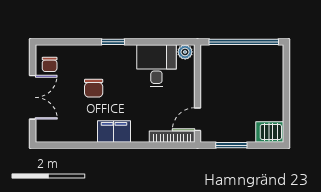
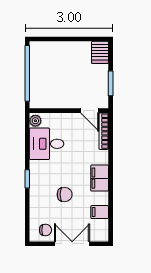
filing cabinet: (72, 132) -> (100, 212), added

